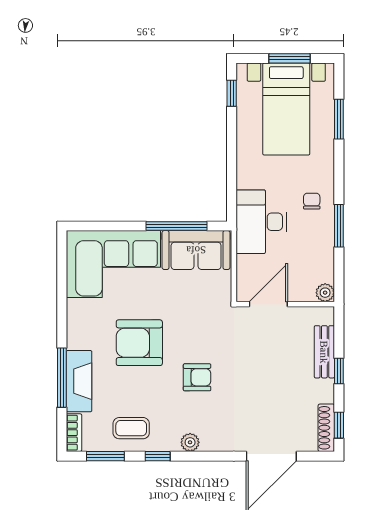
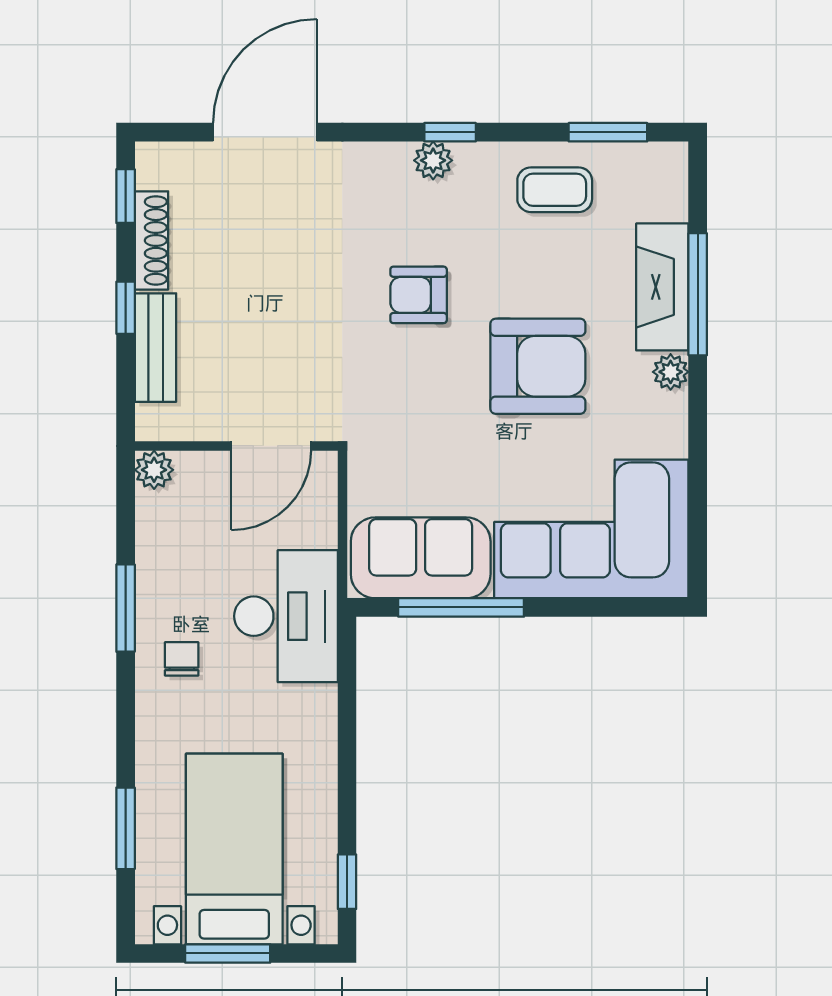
chair: (312, 201) -> (182, 659), turned 180
plant: (75, 340) -> (671, 372), added
shoe rack: (326, 428) -> (151, 240), moved
bookcase: (74, 433) -> (673, 181), removed
window: (158, 456) -> (450, 132), moved

